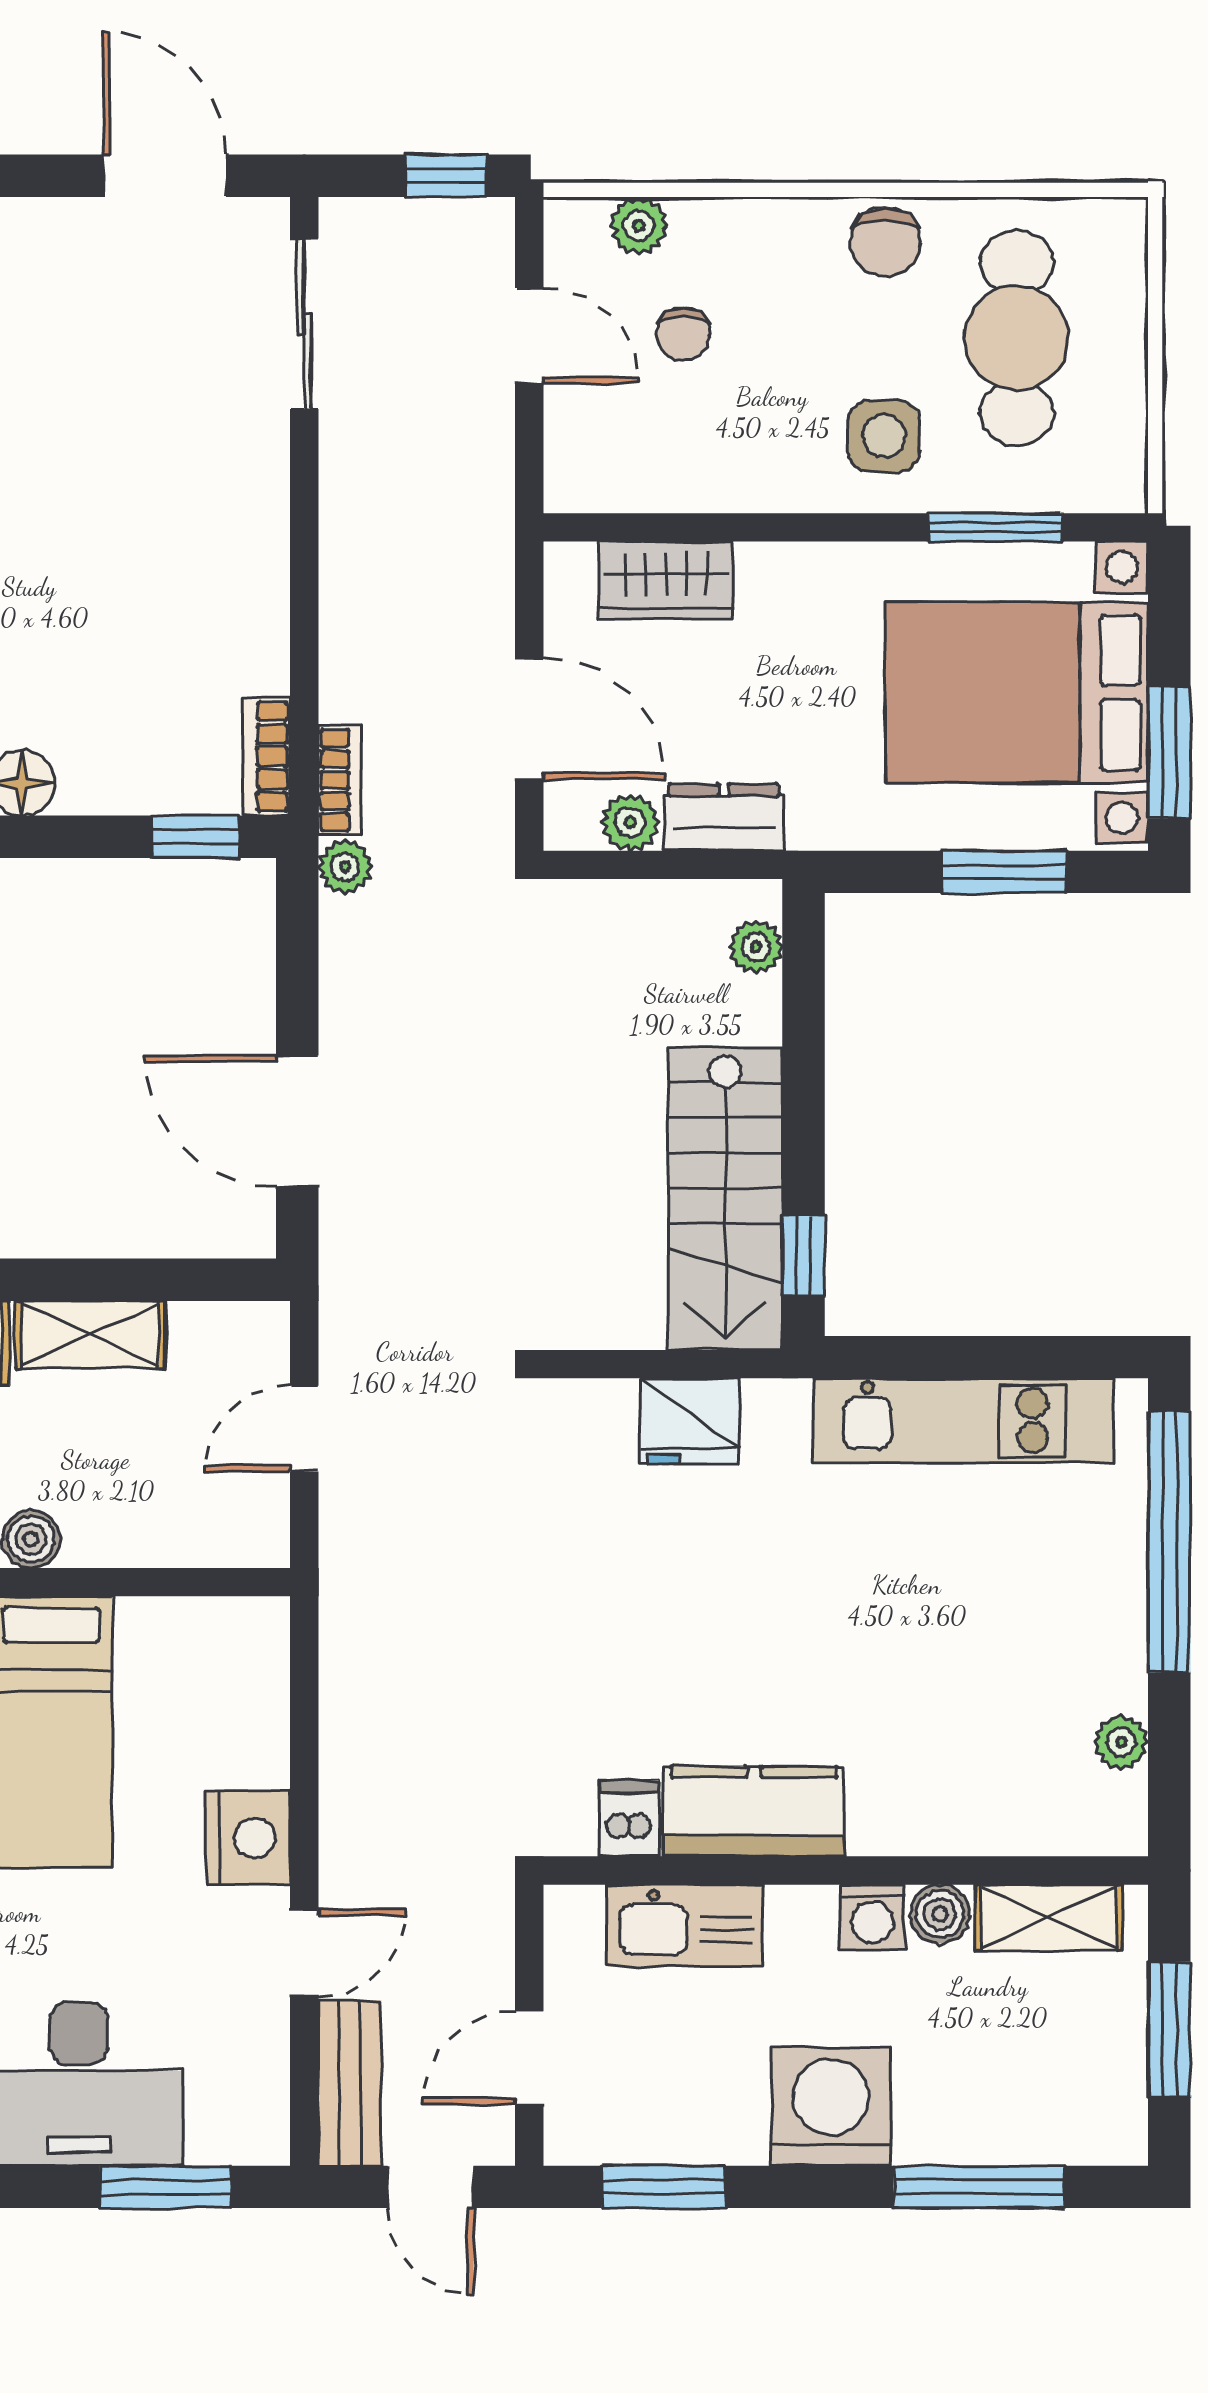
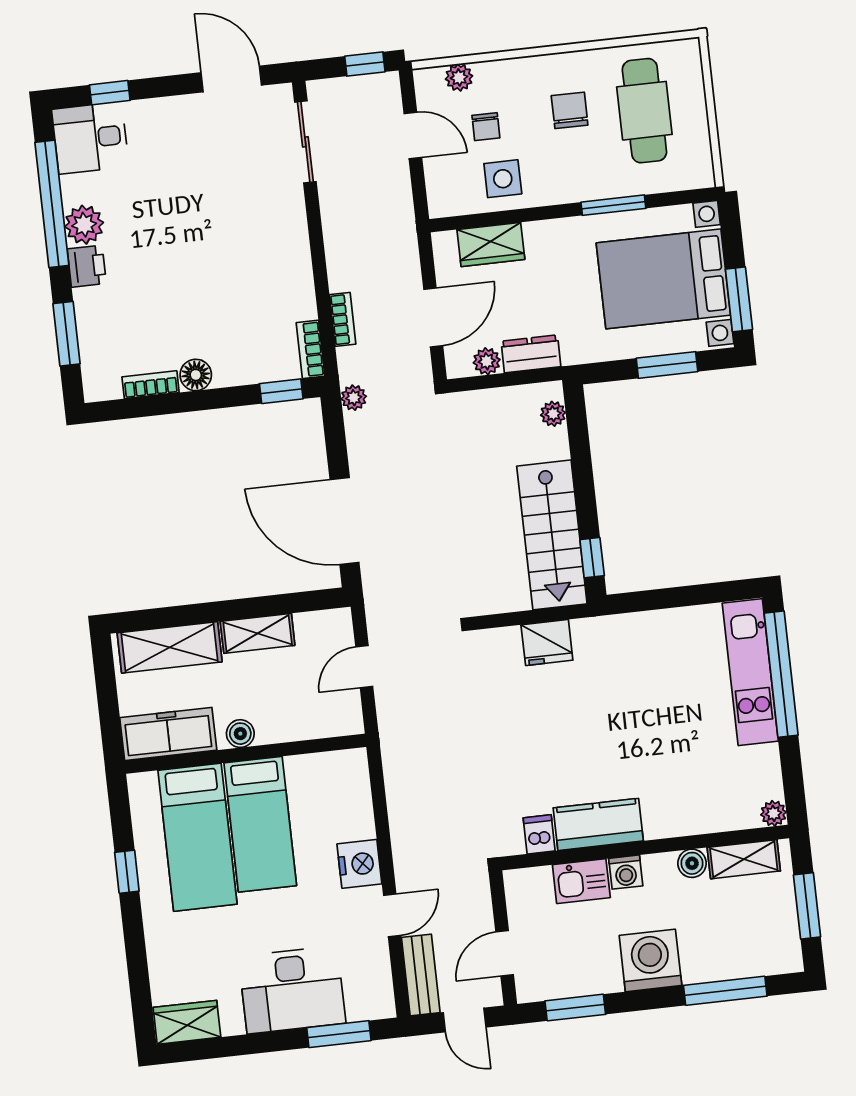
chair: (885, 242) -> (570, 110), moved, turned 180
side table: (884, 436) -> (503, 179), moved
window: (996, 527) -> (613, 205), moved
door: (529, 719) -> (433, 317), hinge flipped
bookcase: (340, 780) -> (343, 319), moved
door: (297, 1121) -> (345, 521), width x1.36
kitchen unit: (964, 1421) -> (750, 672), moved, turned 90
plant: (1121, 1742) -> (774, 813), moved
washing machine: (872, 1917) -> (626, 872), moved
kitchen sink: (684, 1925) -> (581, 881), width x0.73

